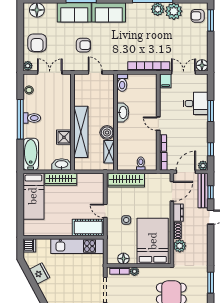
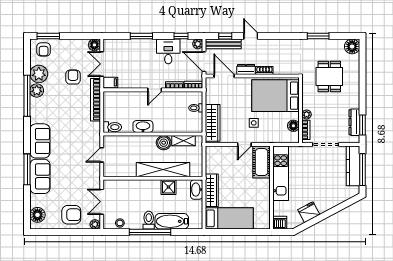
armchair: (83, 45) -> (73, 77), moved
desk: (196, 103) -> (168, 51), moved
bathtub: (31, 154) -> (172, 221), moved
plant: (180, 246) -> (280, 68), removed

